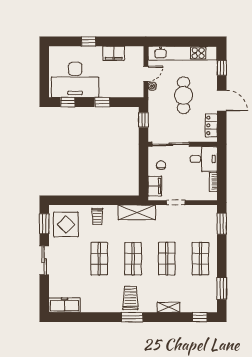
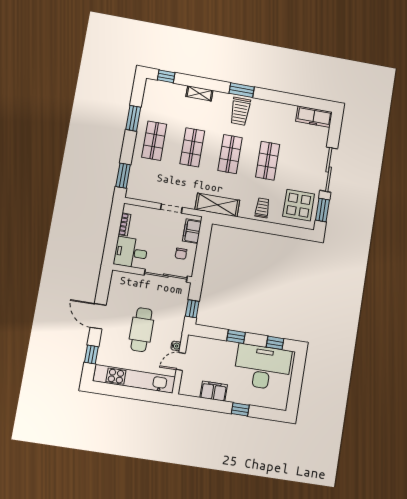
locker: (211, 125) -> (115, 290), removed
sliding door: (44, 260) -> (329, 169), width x1.37
window: (222, 288) -> (133, 118), moved

